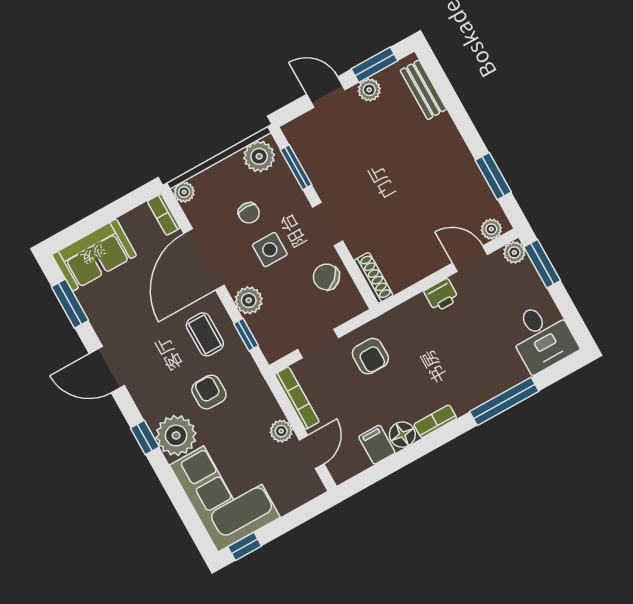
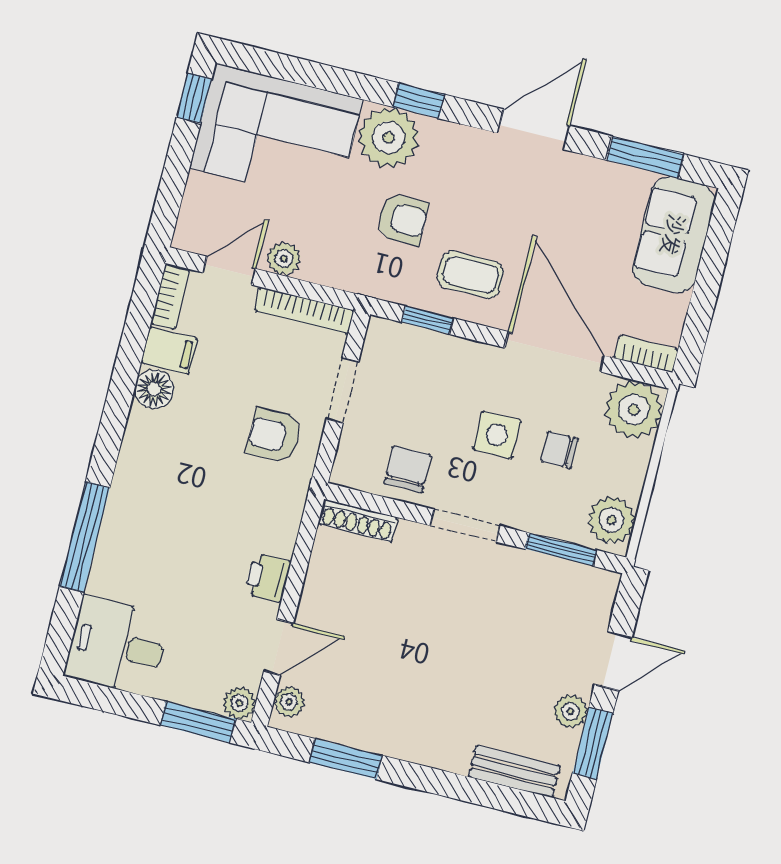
plant: (184, 192) -> (634, 410), width x1.88, depth x1.88
chair: (326, 277) -> (408, 469), turned -48
plant: (249, 300) -> (463, 359), removed
bookcase: (435, 421) -> (170, 296), moved
door: (312, 452) -> (229, 271), swing flipped

